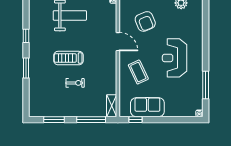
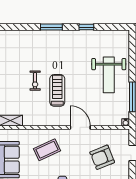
door: (118, 42) -> (80, 127), swing flipped
treadmill: (68, 58) -> (57, 90), moved

